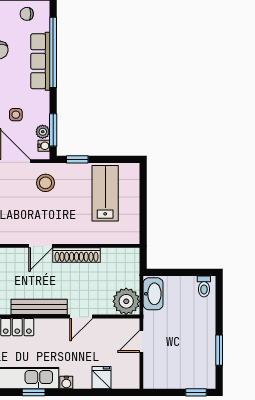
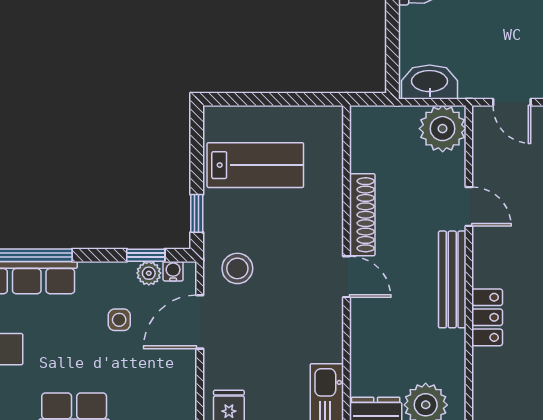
window: (53, 130) -> (146, 255), width x0.67
lab bench: (105, 193) -> (255, 165), turned 180

